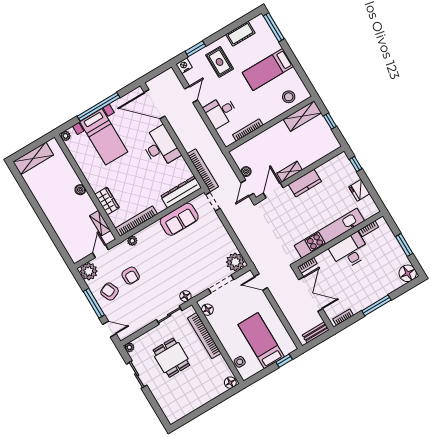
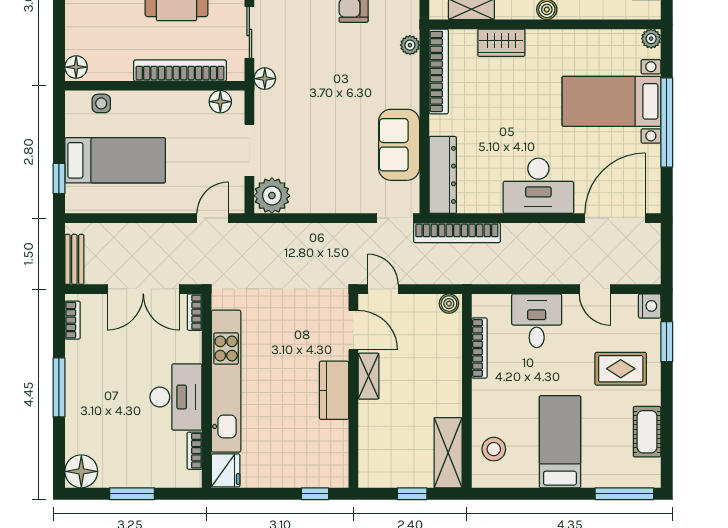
boiler: (246, 172) -> (449, 304), moved
fridge: (359, 190) -> (226, 470), moved, turned 90

